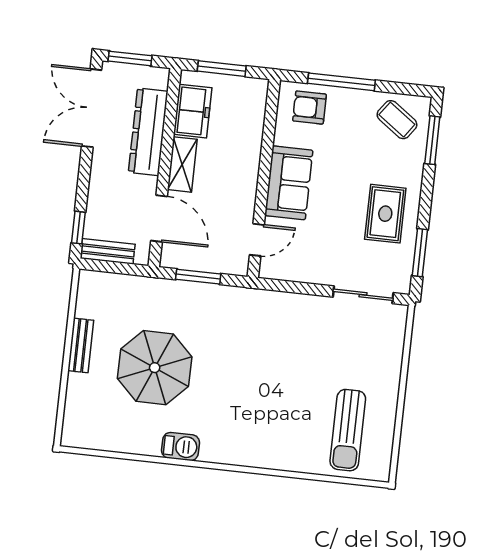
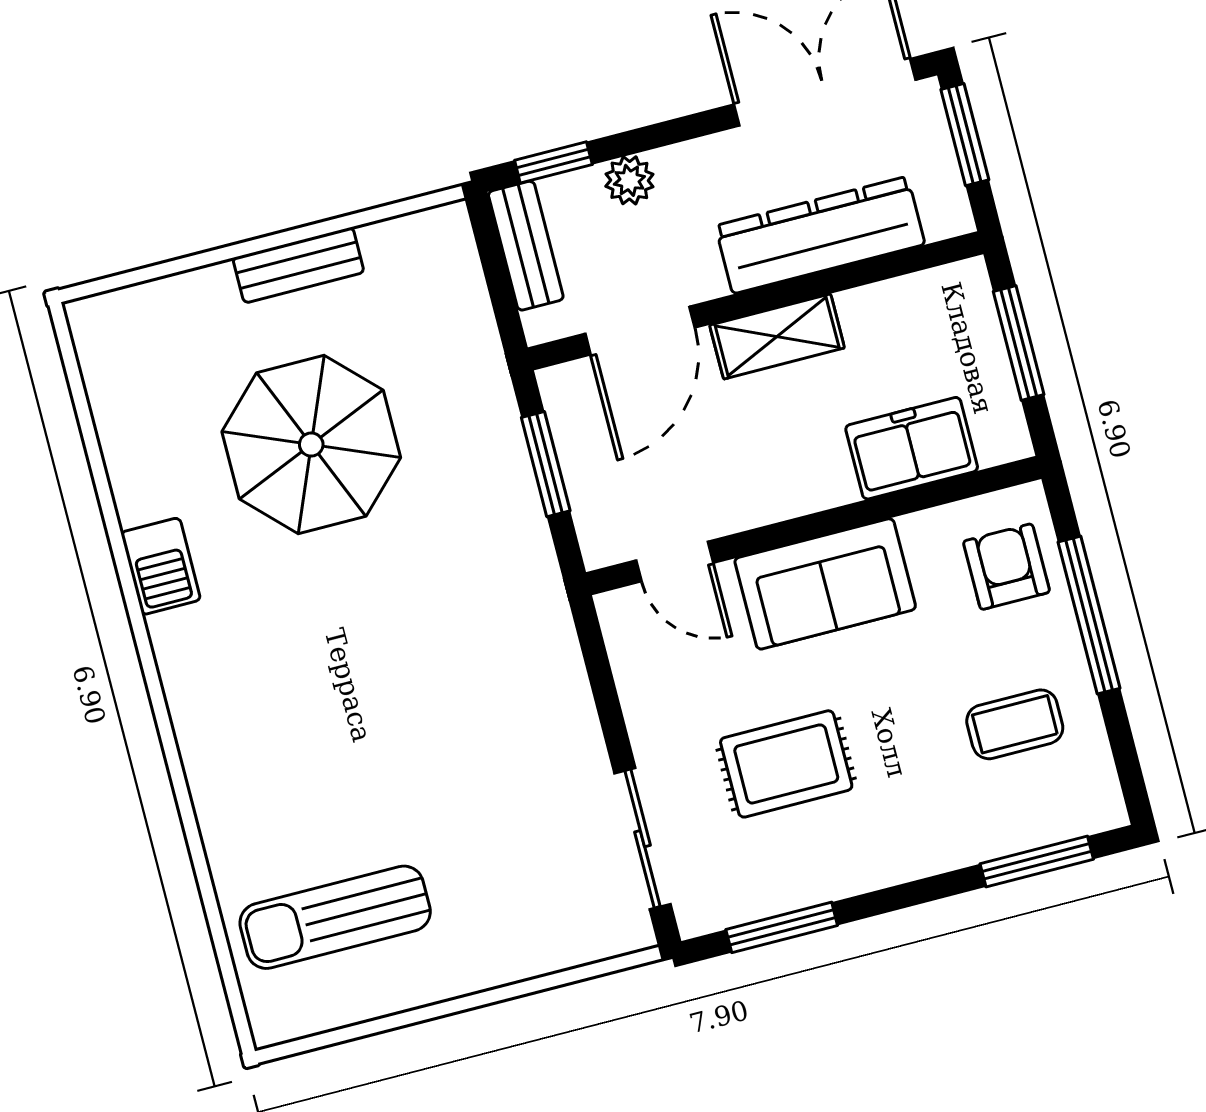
freezer: (193, 111) -> (912, 448), moved, turned 180
coffee table: (397, 120) -> (1015, 724), moved, turned 54
plant: (97, 200) -> (629, 180), added
rug: (385, 214) -> (786, 764), moved

